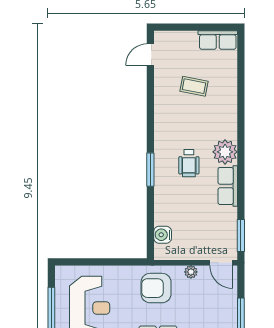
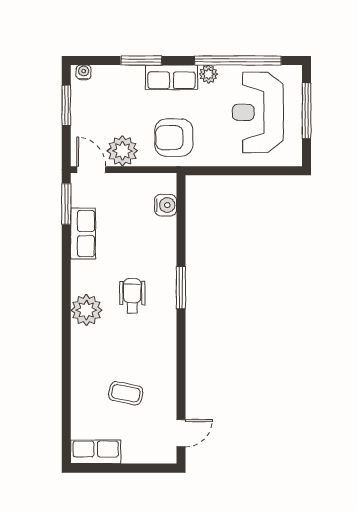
row of seats: (228, 186) -> (83, 234), moved
plant: (191, 272) -> (122, 151), width x1.88, depth x1.88
armchair: (156, 288) -> (174, 138), turned 180

